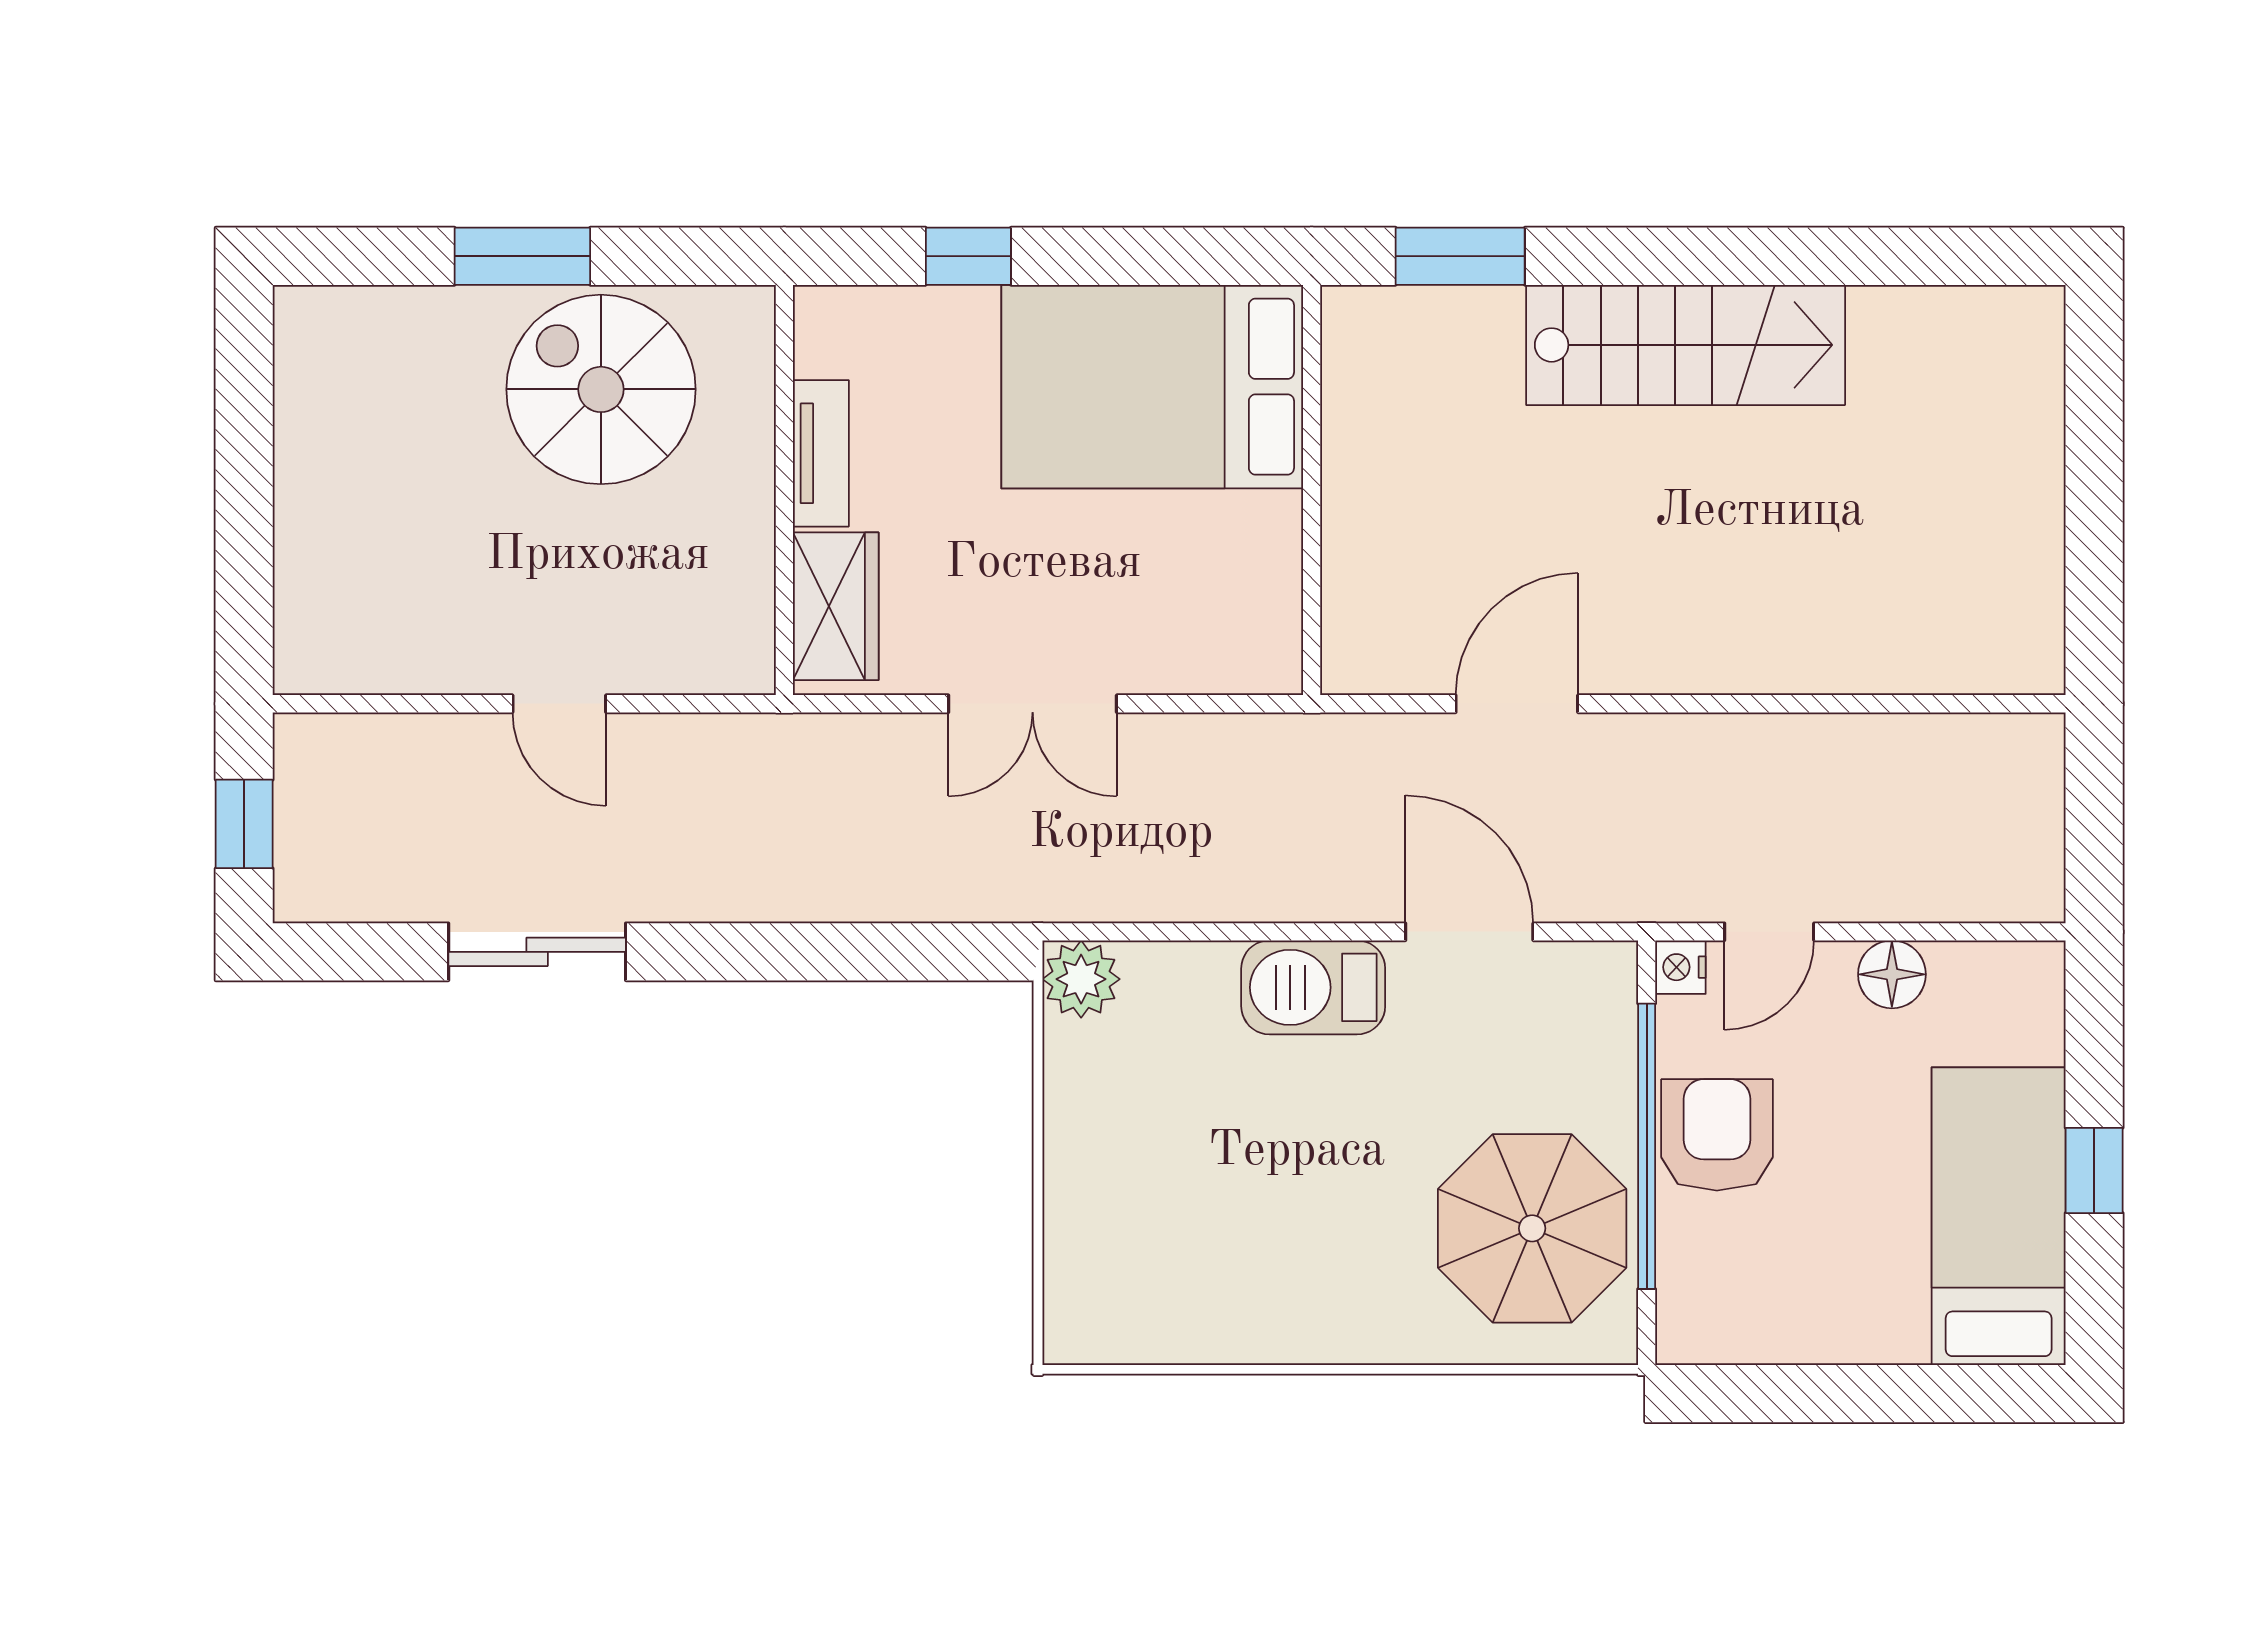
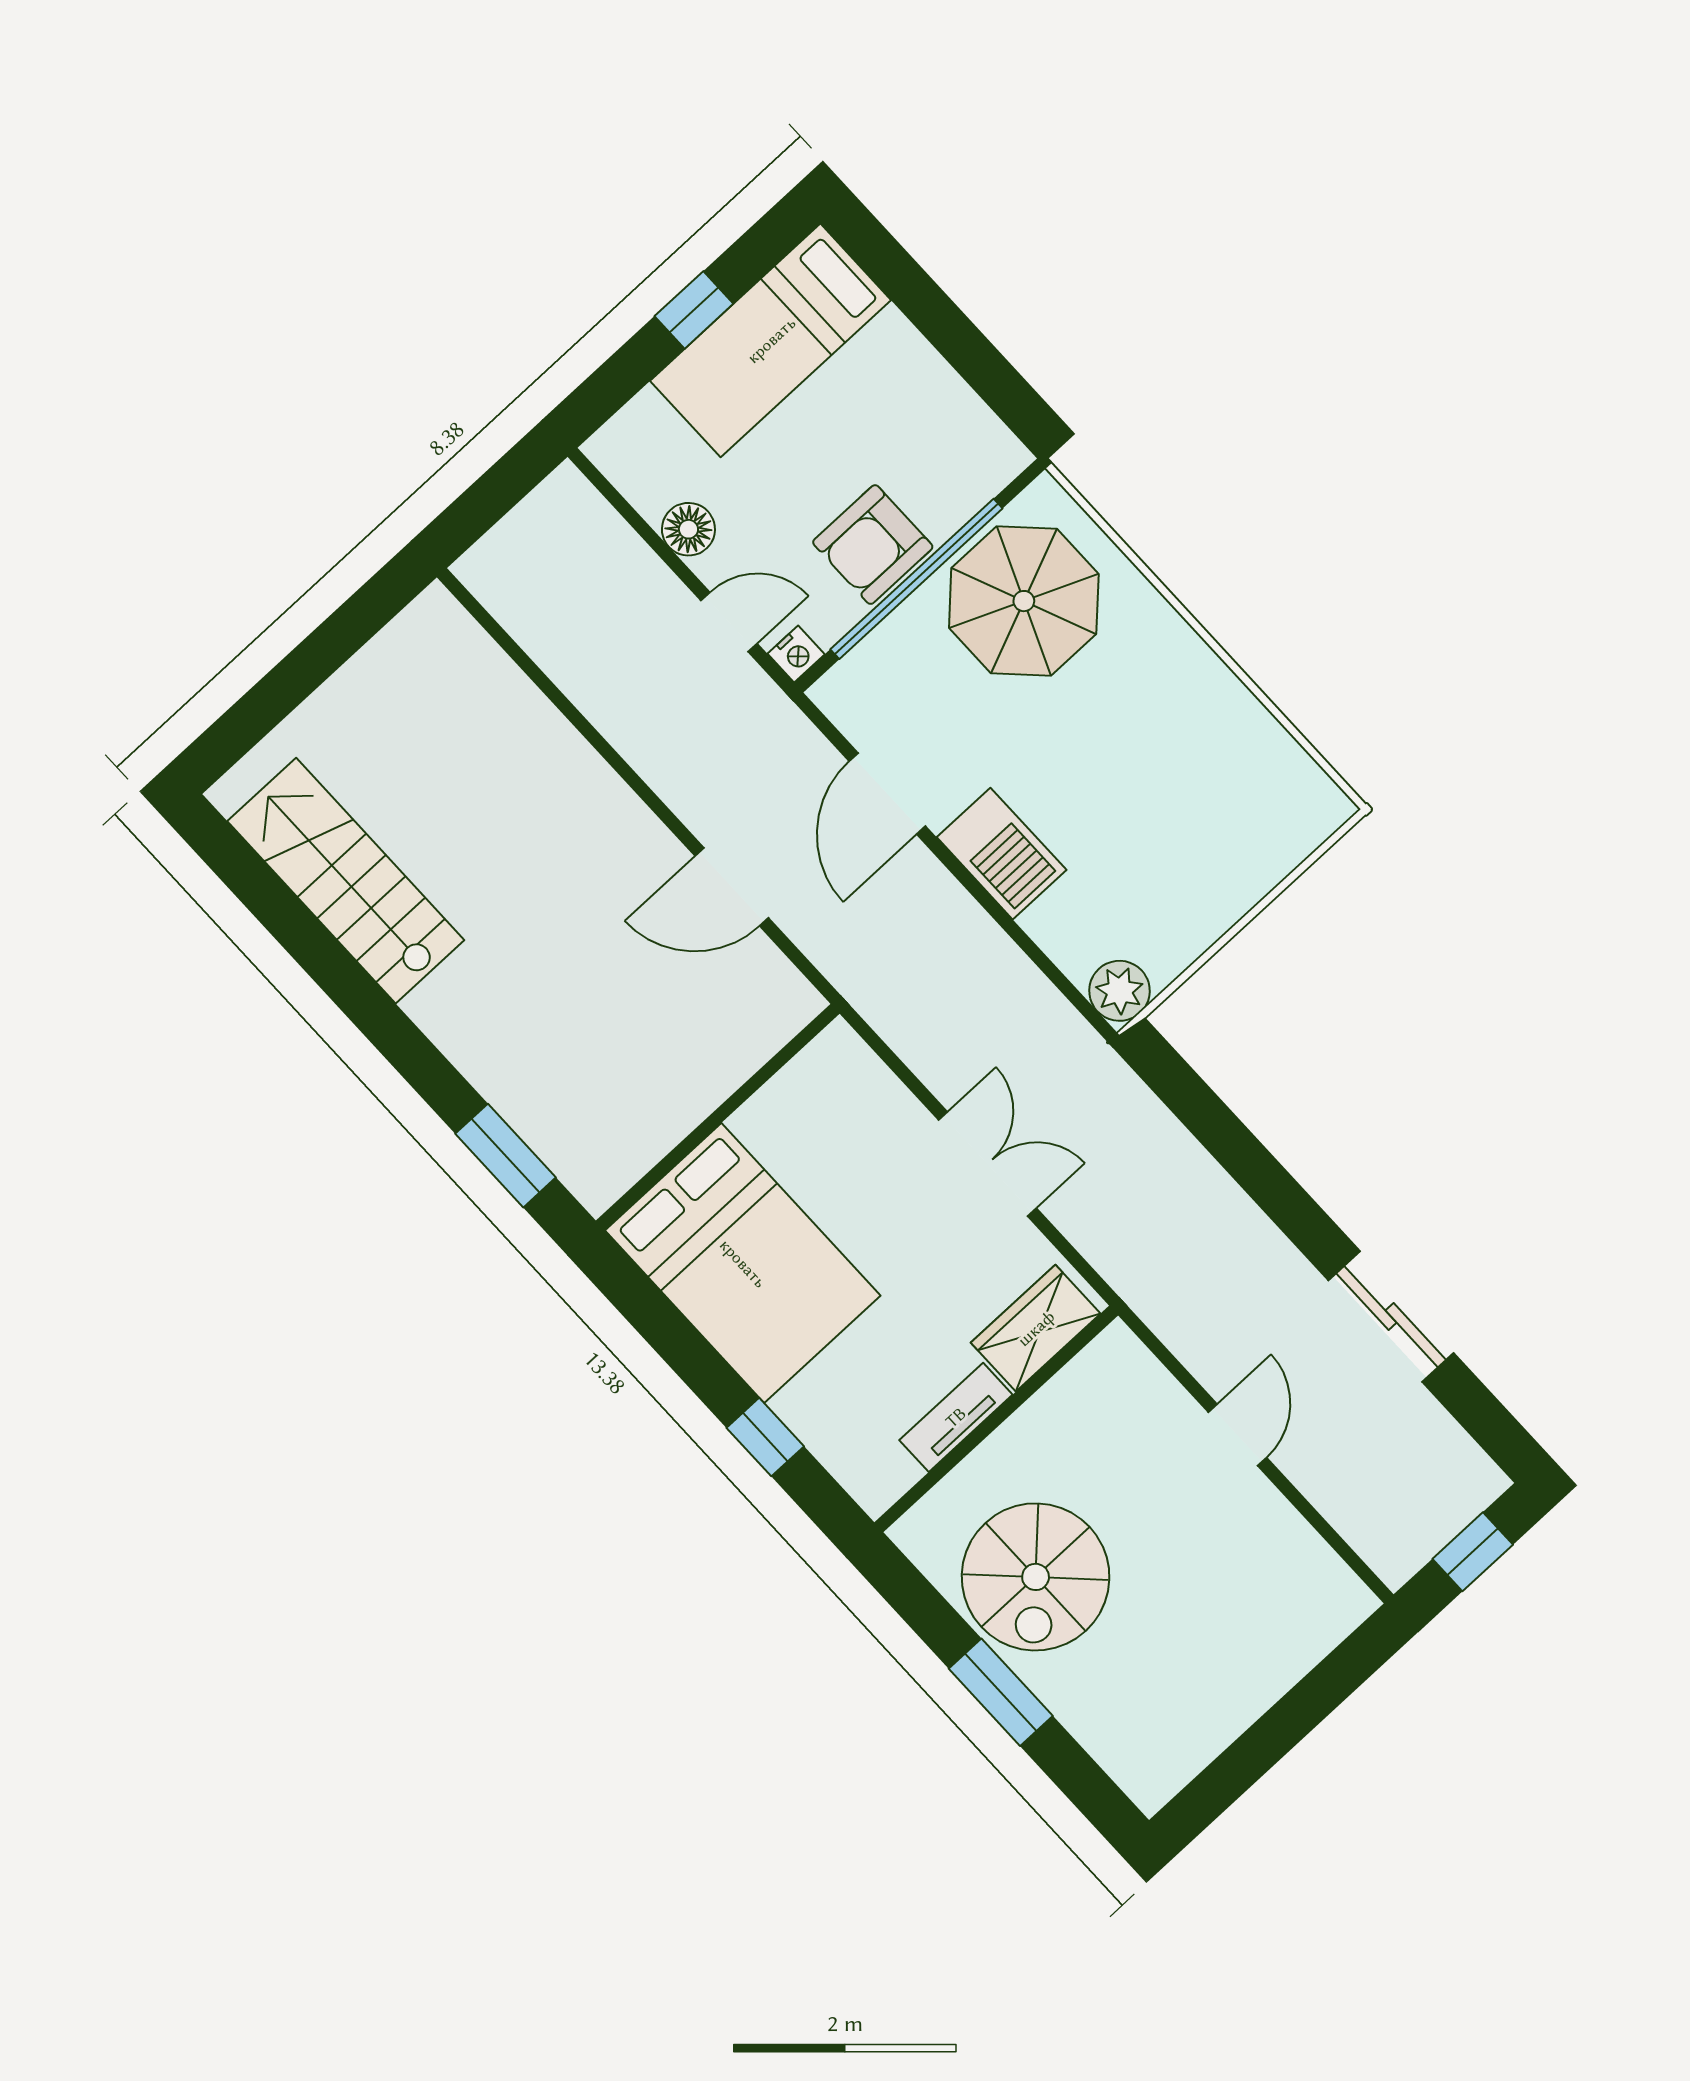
stairs: (1686, 345) -> (346, 881), moved

